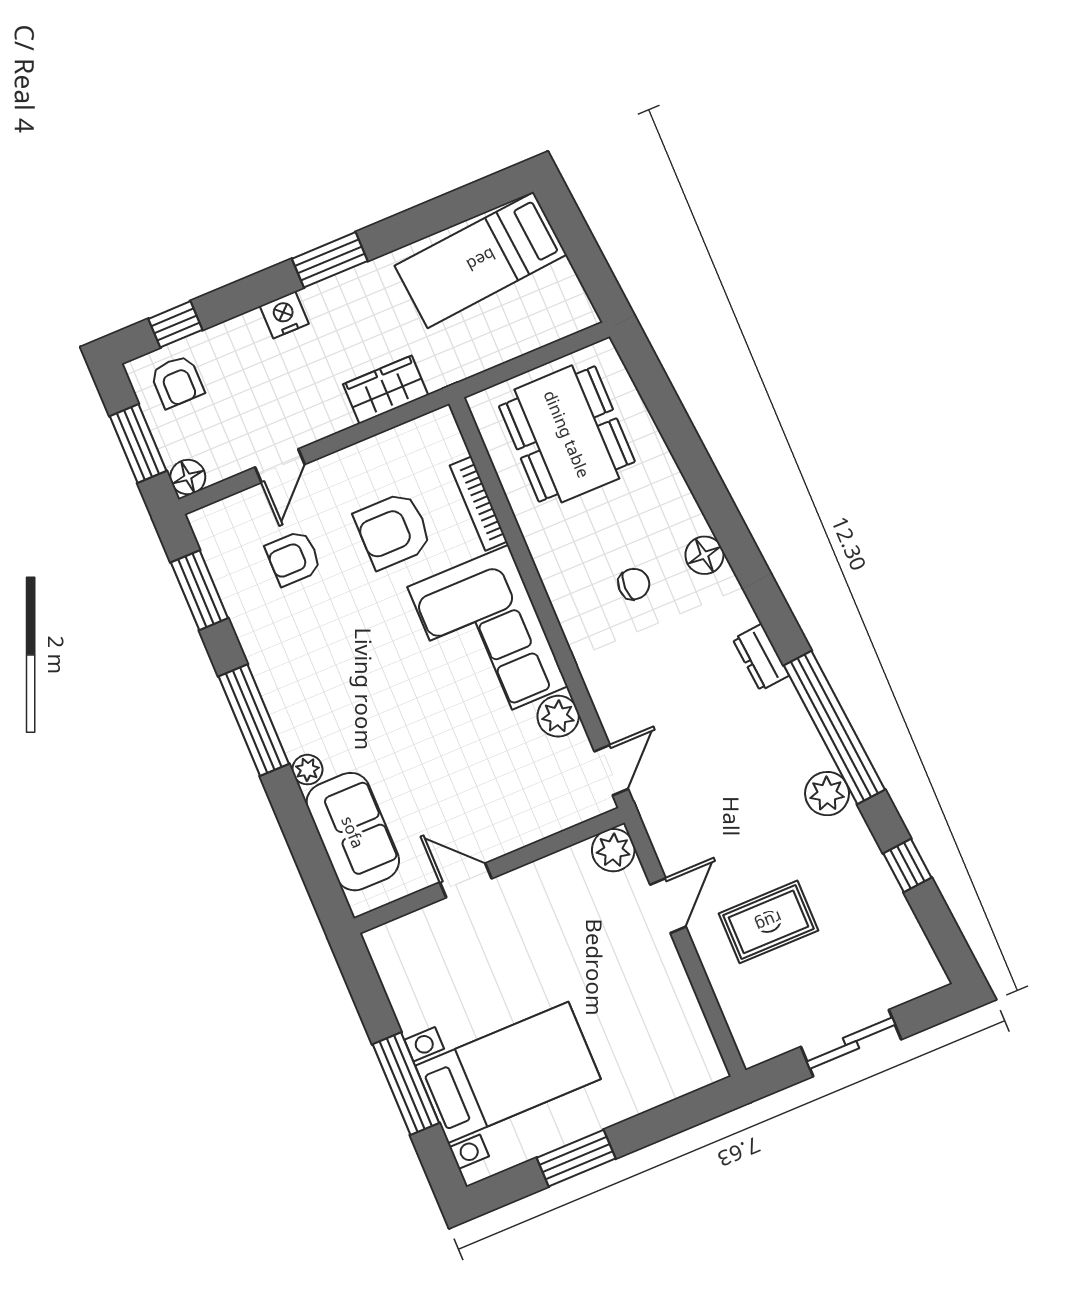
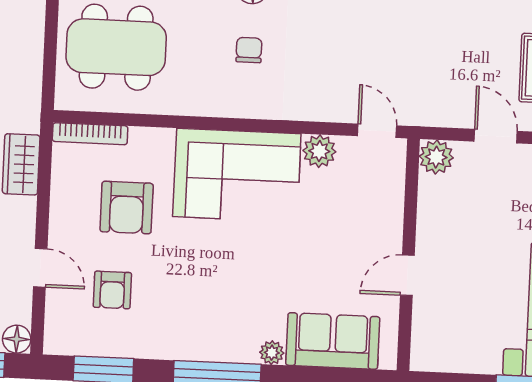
bookcase: (479, 504) -> (90, 134), moved

